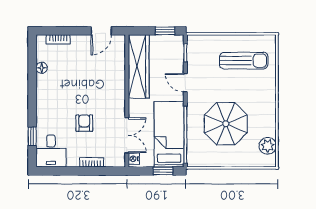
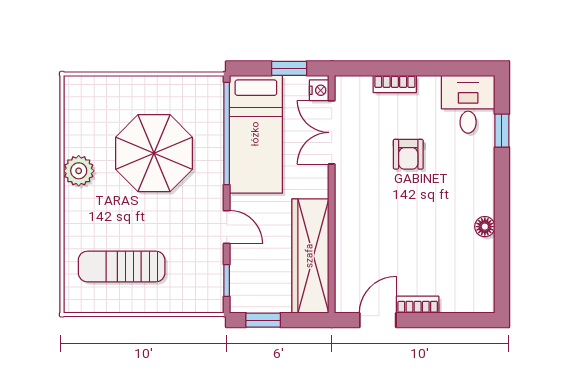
bookcase: (58, 39) -> (418, 305), moved
floor lamp: (42, 68) -> (485, 227), moved
plant: (268, 146) -> (79, 171), moved
window: (163, 171) -> (289, 68), moved

